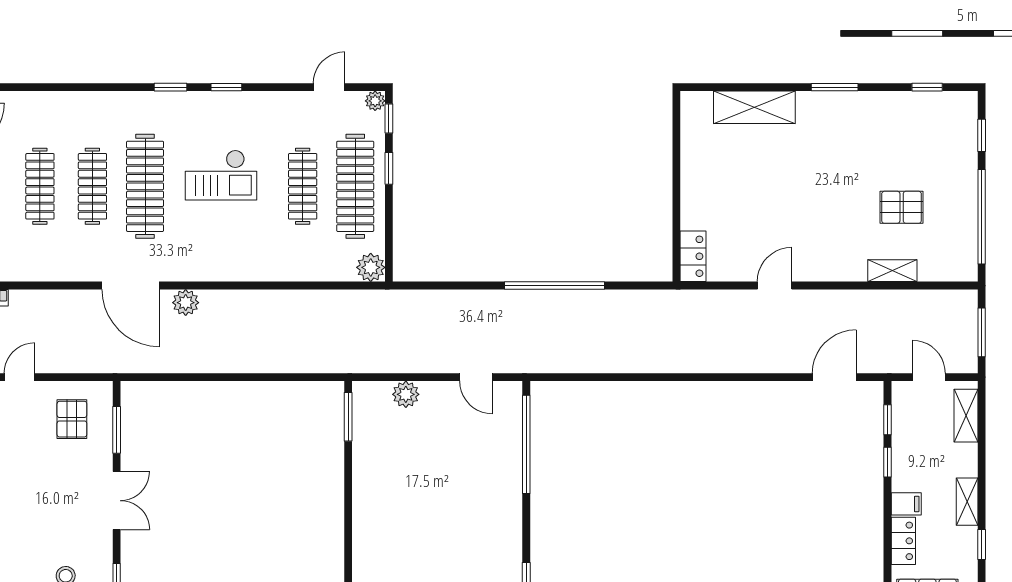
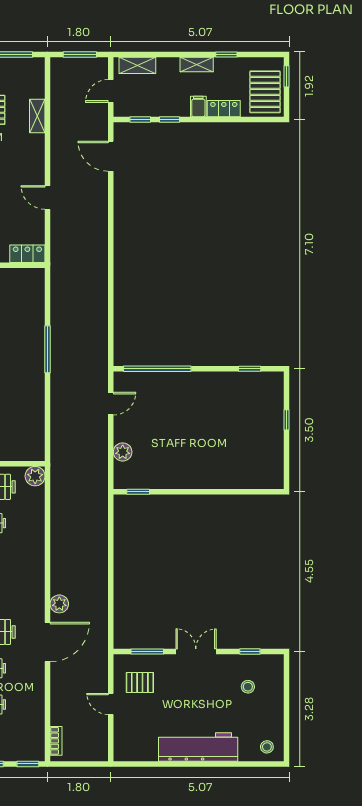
window: (555, 286) -> (48, 349), width x0.68
door: (20, 377) -> (111, 704), moved
window: (348, 417) -> (138, 492), width x0.67

